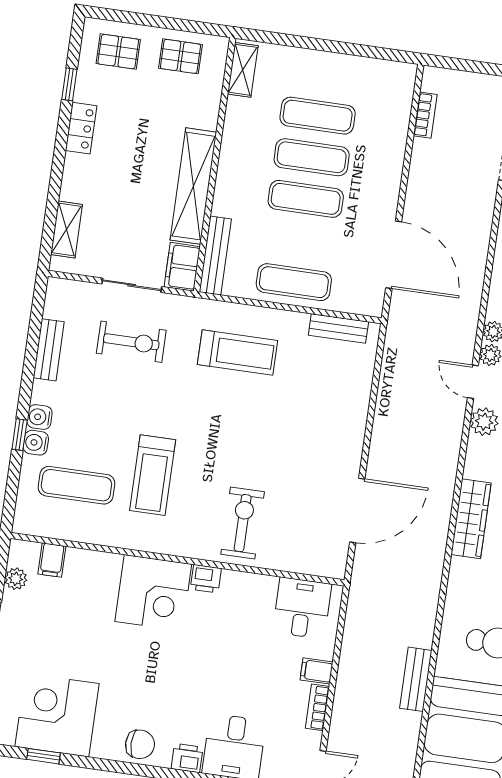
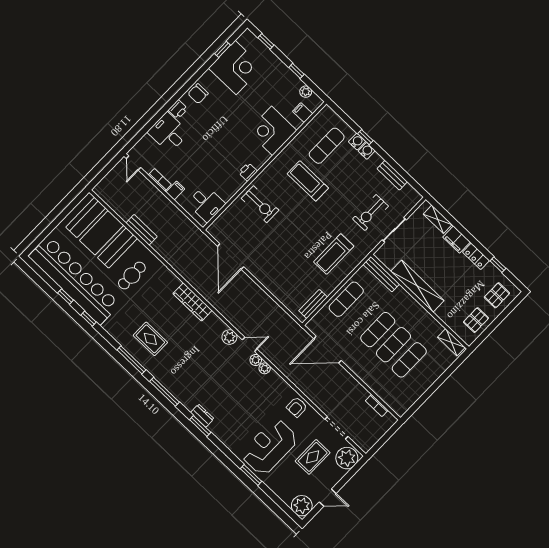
filing cabinet: (182, 267) -> (456, 240), moved, turned 180
corner desk: (153, 593) -> (272, 131), moved

